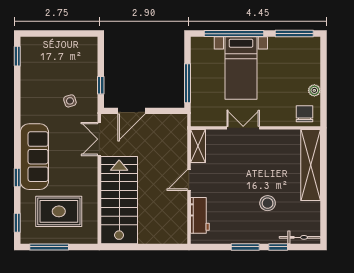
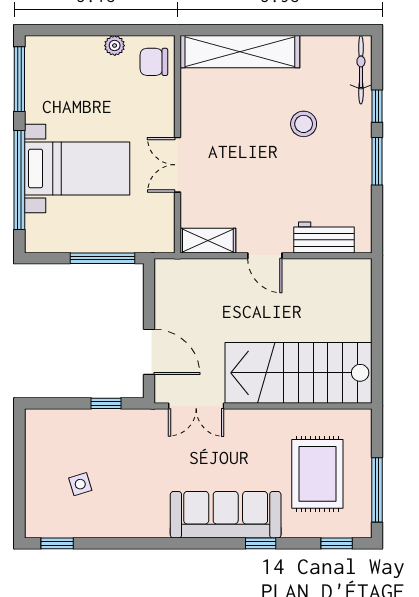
side table: (70, 101) -> (80, 484), moved

